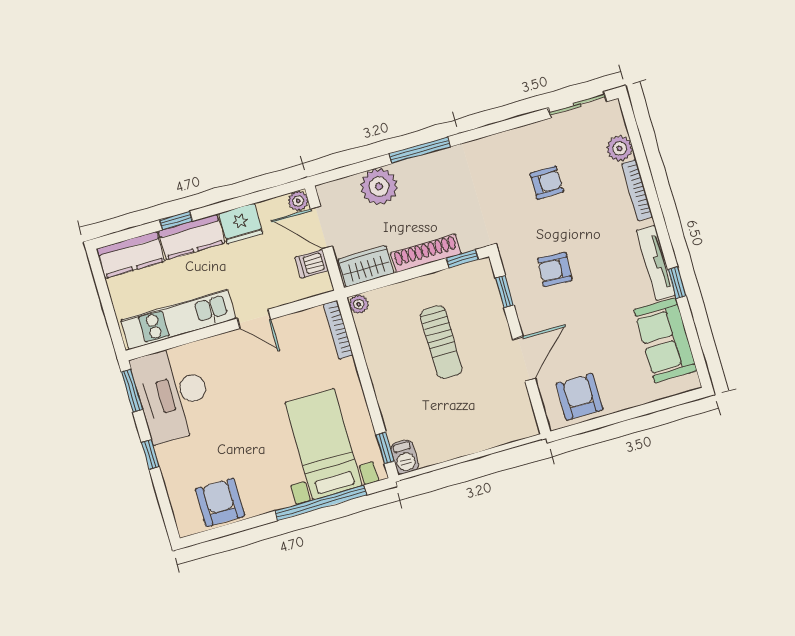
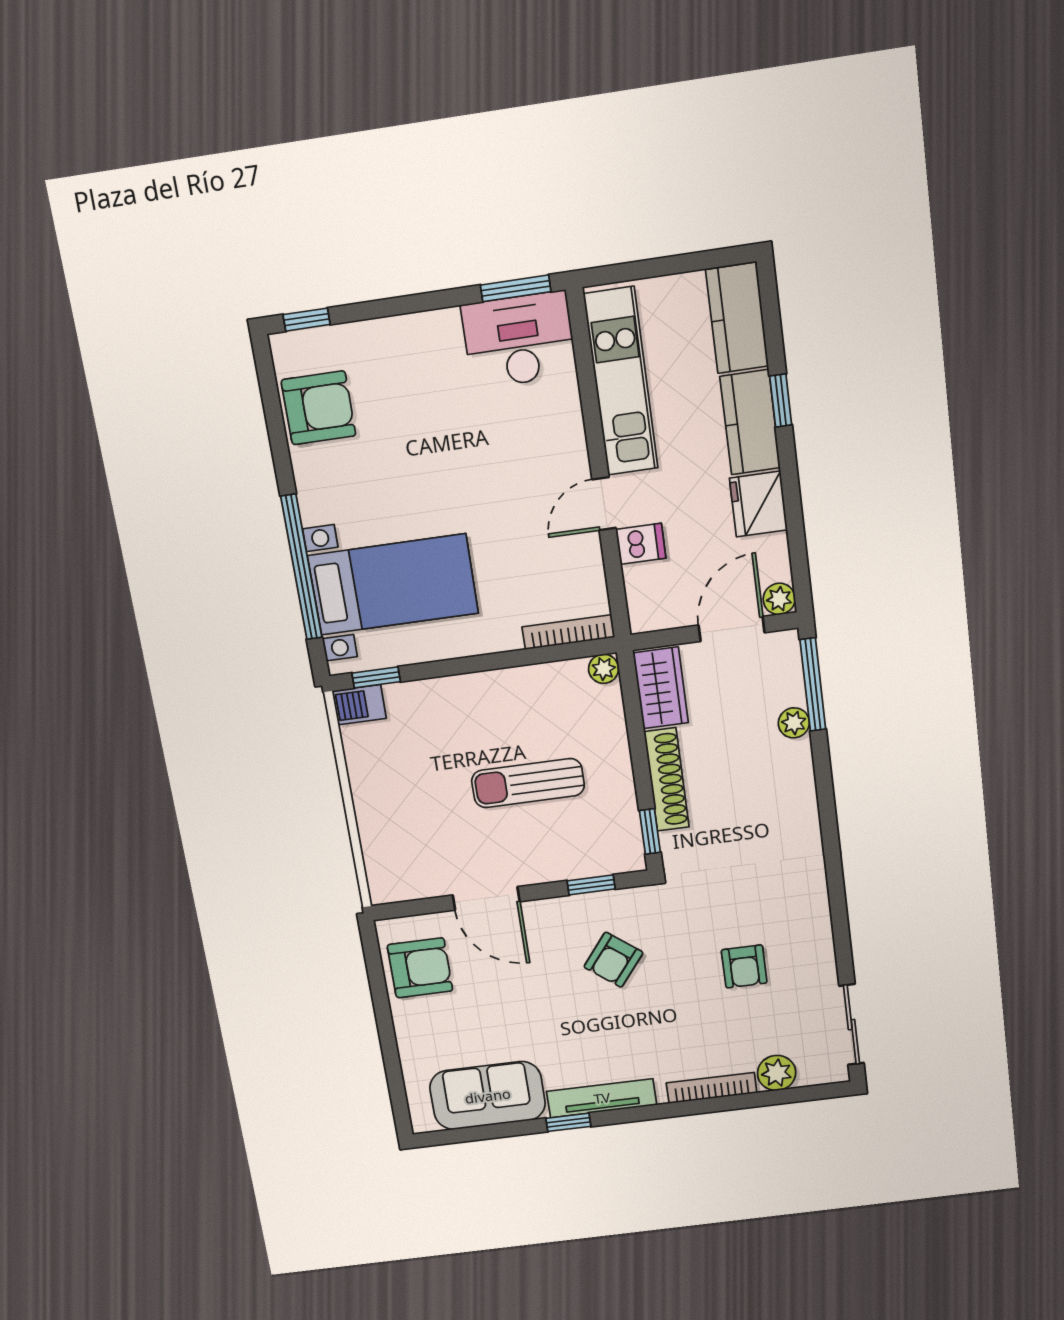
window: (420, 150) -> (813, 685), moved
plant: (379, 187) -> (794, 723), width x0.53, depth x0.53
dishwasher: (312, 264) -> (641, 544), moved, turned 90
armchair: (555, 269) -> (613, 960), turned -146
desk: (173, 394) -> (519, 340), width x0.73, depth x0.77
window: (150, 454) -> (307, 320), moved

